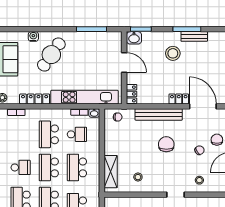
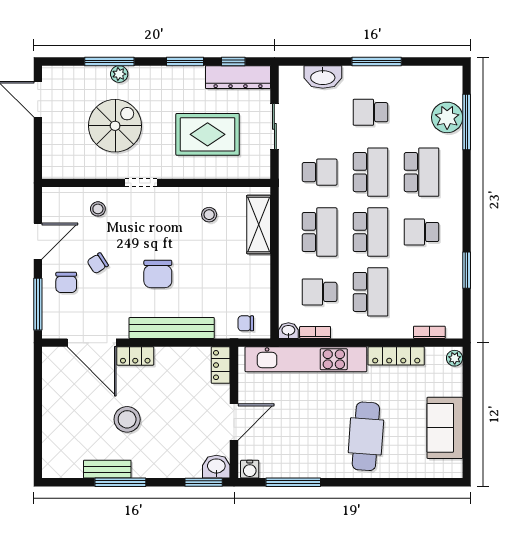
water cooler: (33, 36) -> (250, 469), moved
stool: (173, 53) -> (127, 419), moved
cafe table: (51, 55) -> (366, 436), turned -31
door: (124, 62) -> (234, 422), swing flipped

